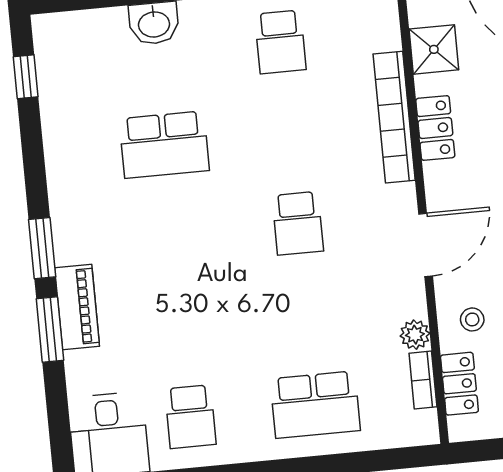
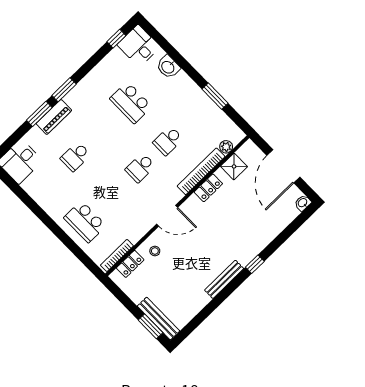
school desk: (280, 42) -> (168, 141), moved
desk: (72, 46) -> (139, 46), added
plant: (415, 335) -> (226, 147), moved
bookcase: (423, 380) -> (117, 255), width x1.56
school desk: (190, 417) -> (75, 157), moved

